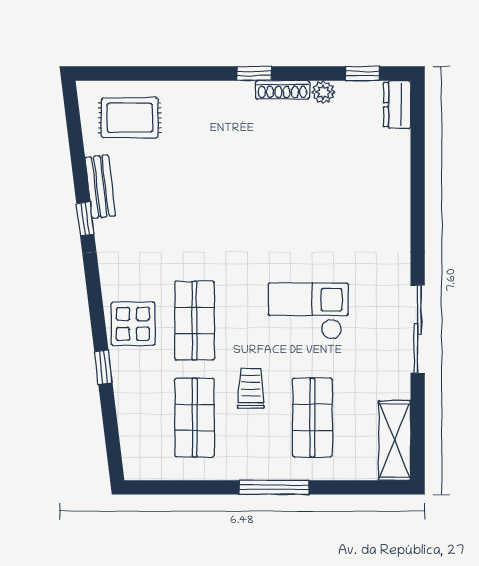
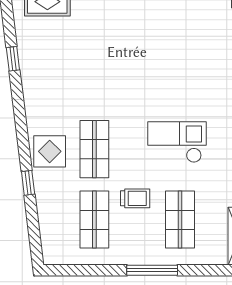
bench: (100, 187) -> (26, 52), removed
window: (85, 219) -> (13, 59), moved
trolley: (251, 388) -> (135, 198), turned 90

